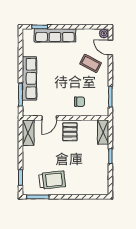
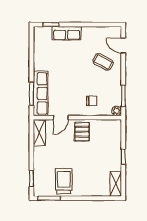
plant: (104, 33) -> (117, 111), moved
row of seats: (55, 35) -> (67, 33), width x0.68
row of seats: (29, 78) -> (41, 93), moved
shelving: (103, 132) -> (116, 184), moved
trolley: (52, 180) -> (64, 181), turned -84

